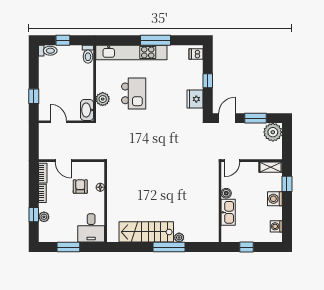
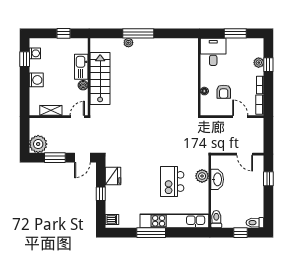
washbasin: (87, 110) -> (217, 179), moved
shelving: (271, 167) -> (51, 110), moved
window: (287, 184) -> (25, 59), moved
stairs: (146, 232) -> (100, 79), moved, turned -90

